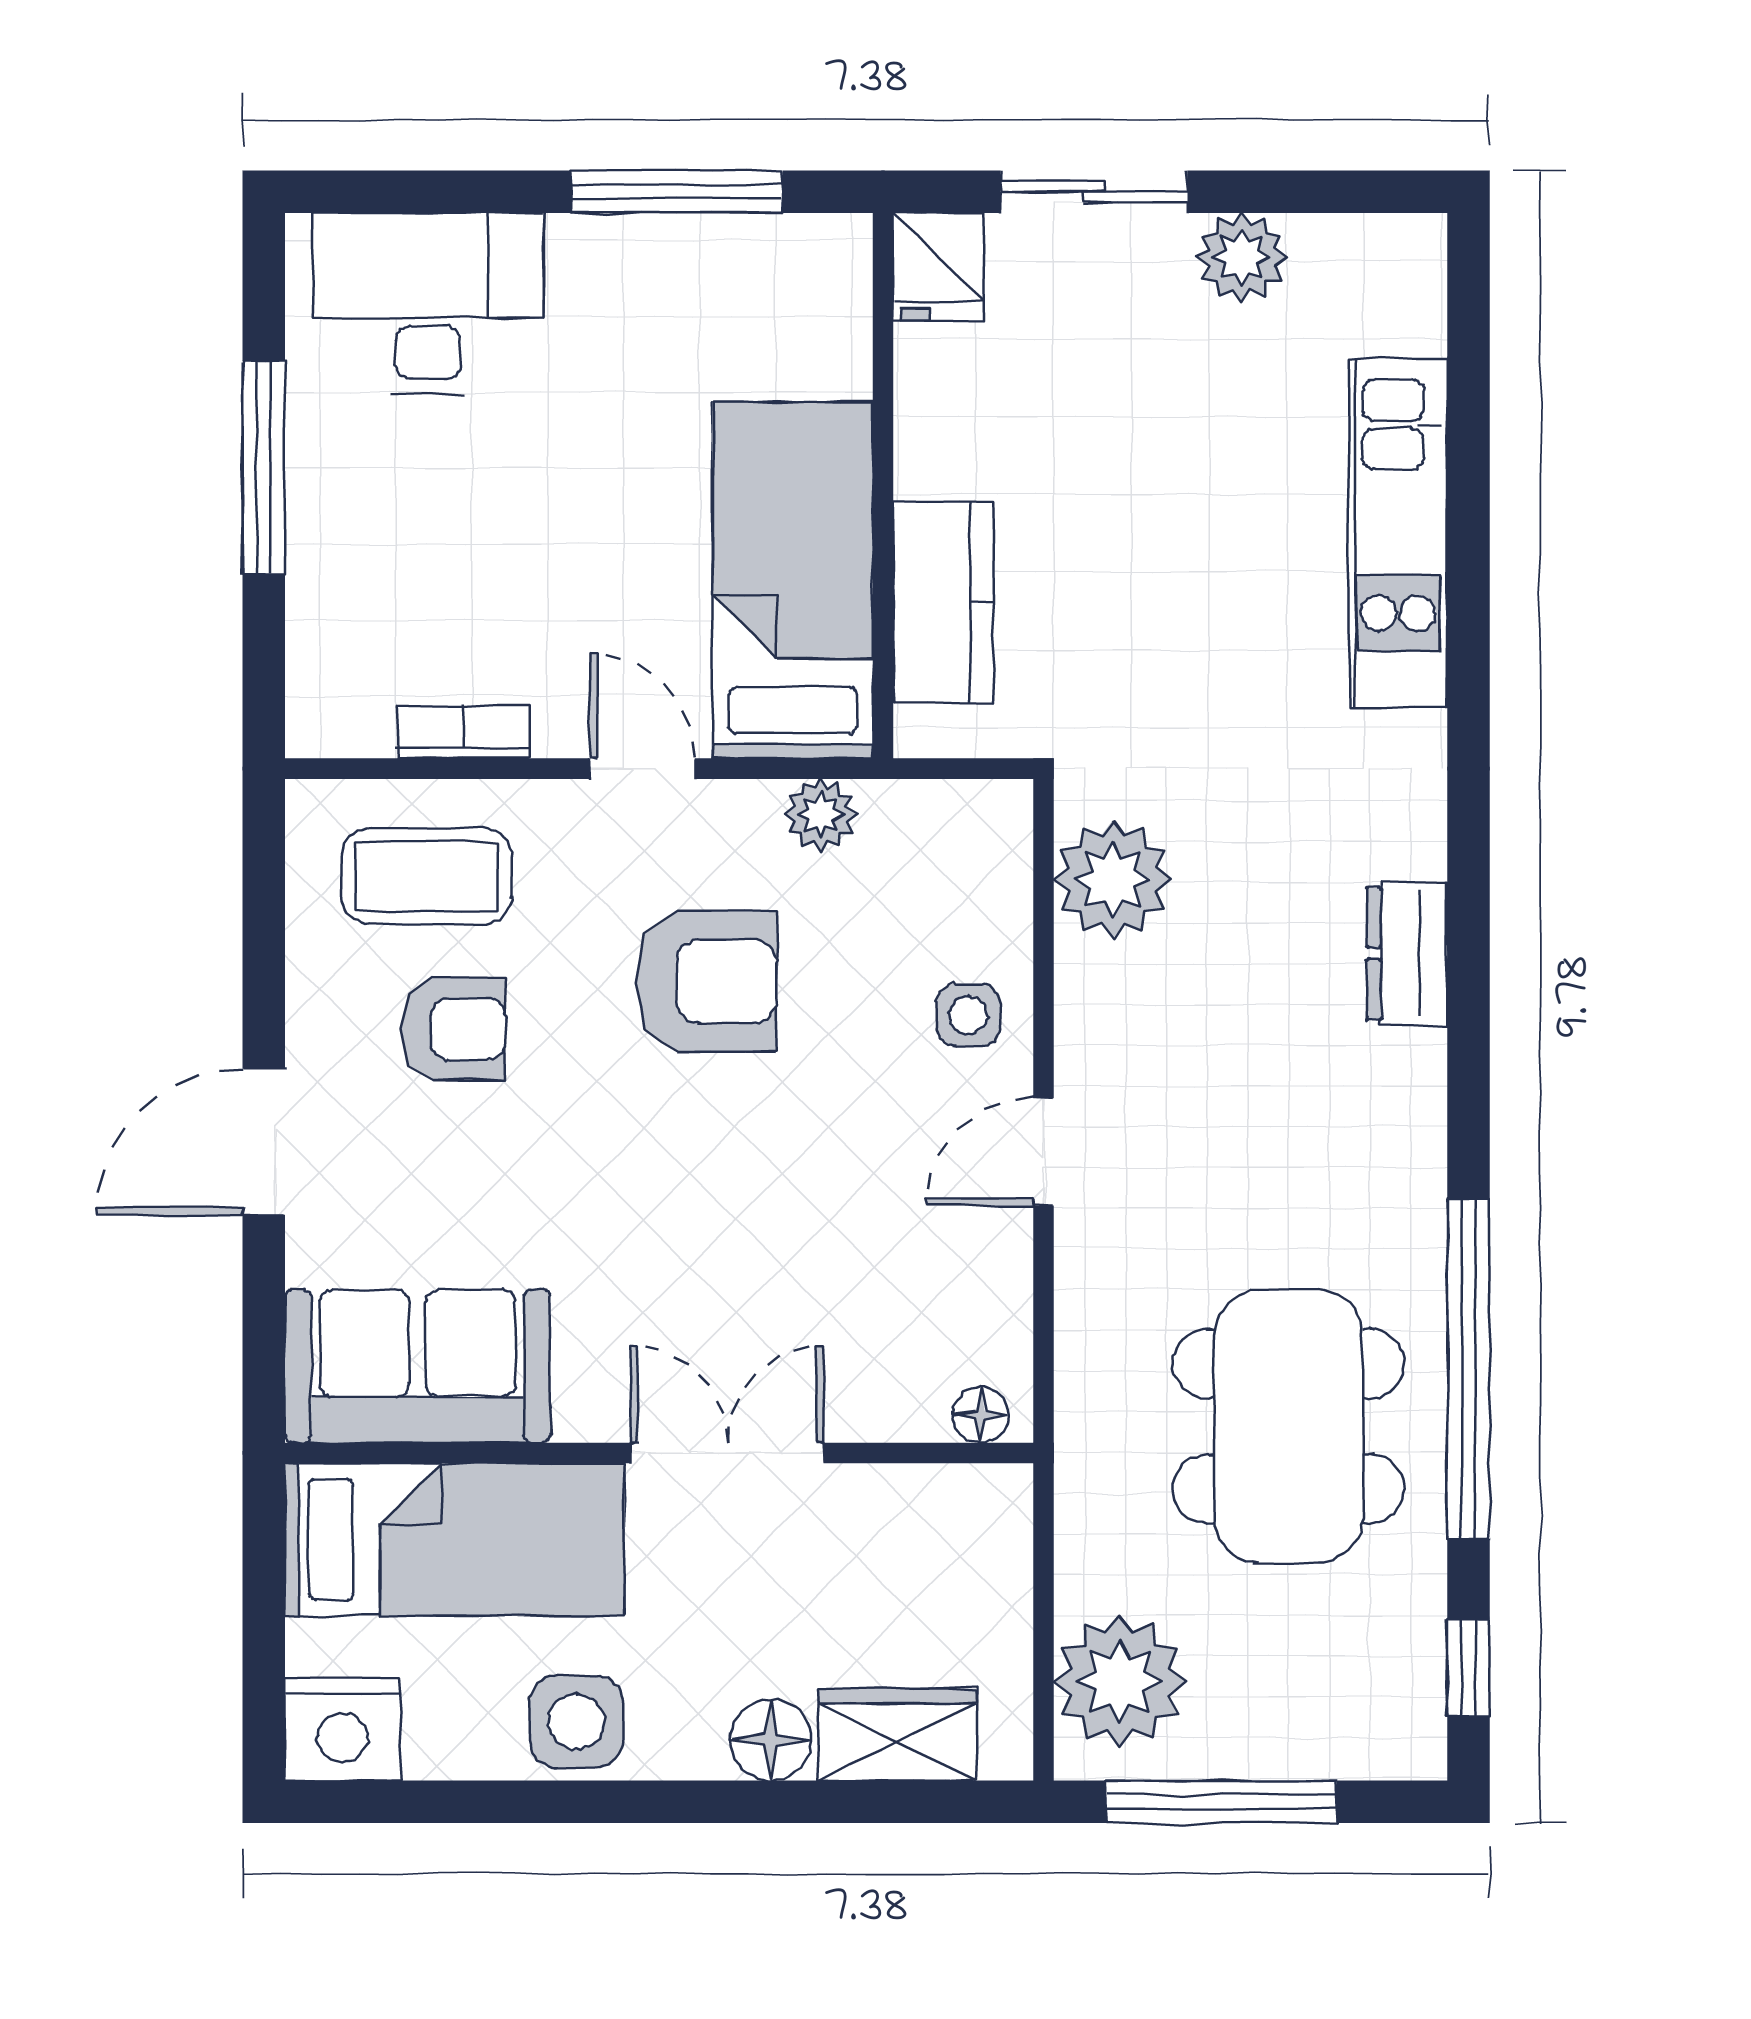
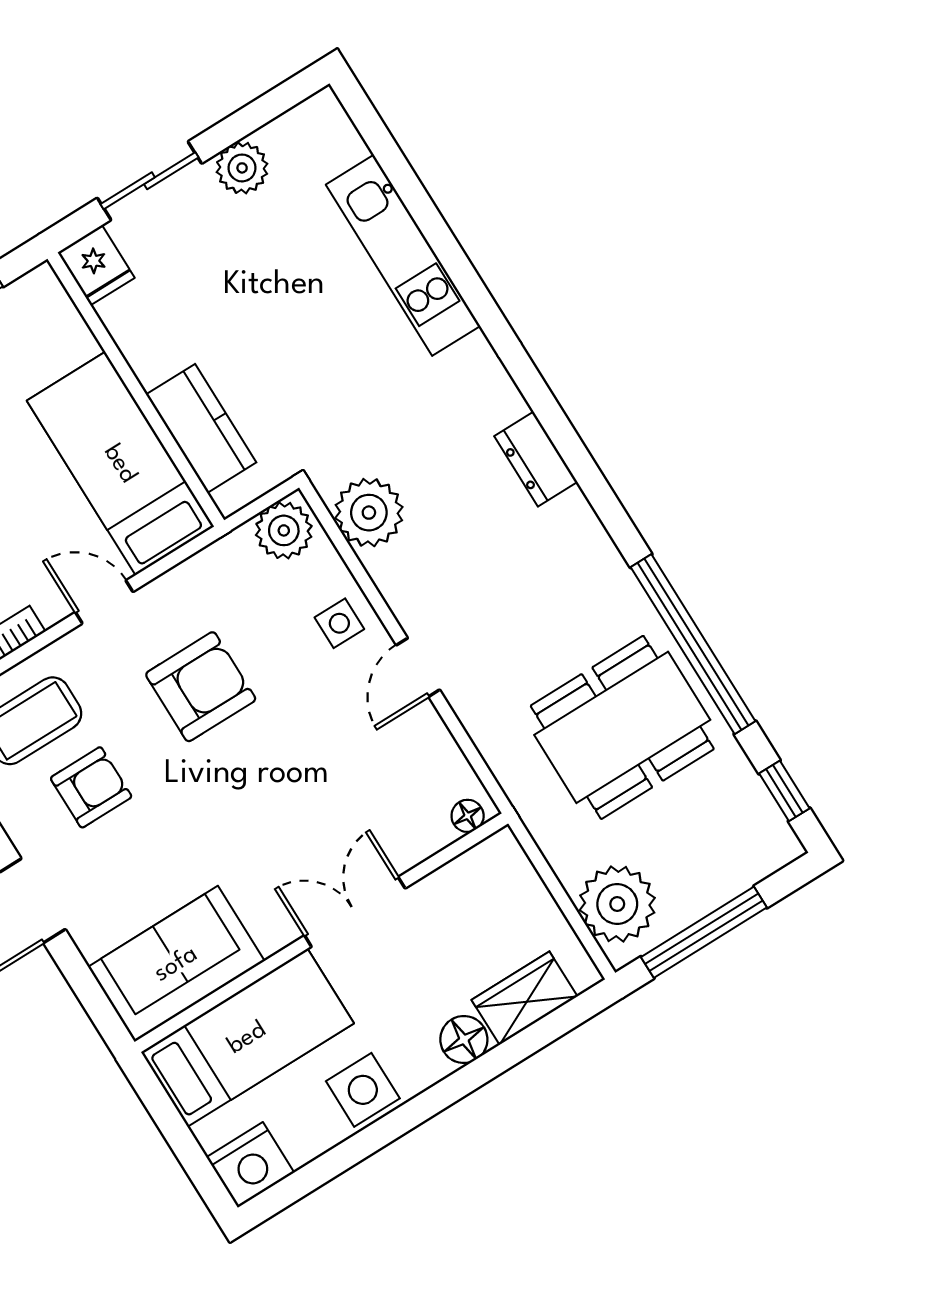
plant: (821, 814) -> (284, 530), moved, width x1.38, depth x1.38
dining table: (1288, 1426) -> (622, 727), turned 90

